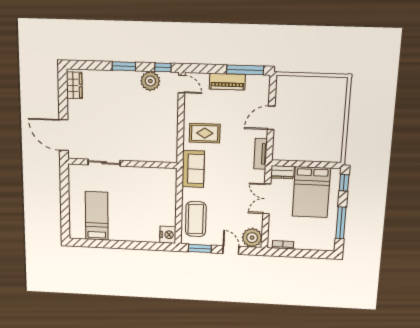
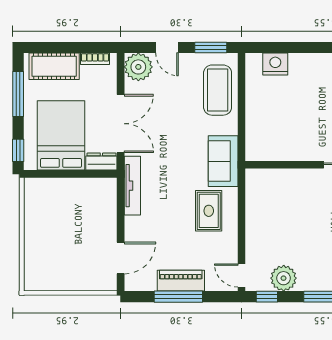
window: (245, 70) -> (178, 297), moved
door: (271, 118) -> (121, 258), moved
rug: (205, 133) -> (209, 211), turned 90
tv unit: (261, 154) -> (132, 186), width x1.41
double door: (267, 199) -> (121, 124), width x1.37
nightstand: (168, 235) -> (275, 64), moved, turned 90
cot: (313, 241) -> (54, 66), added

